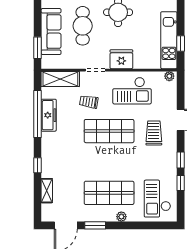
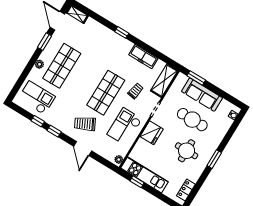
window: (38, 114) -> (149, 49), removed
trolley: (154, 133) -> (85, 124), turned 153
window: (38, 165) -> (122, 32), moved
shelving: (47, 191) -> (77, 14), moved

